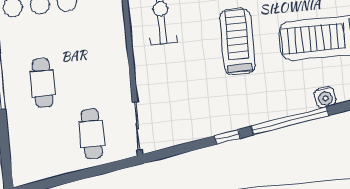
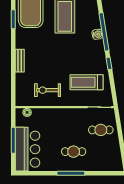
treadmill: (237, 42) -> (86, 82), moved
water cooler: (325, 97) -> (97, 34), moved

